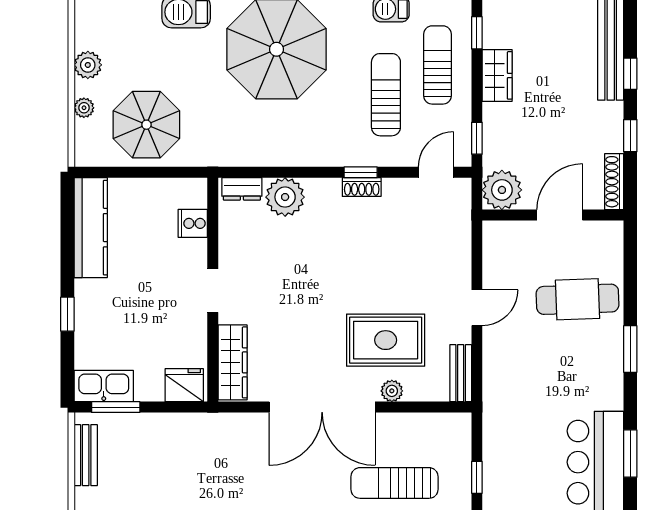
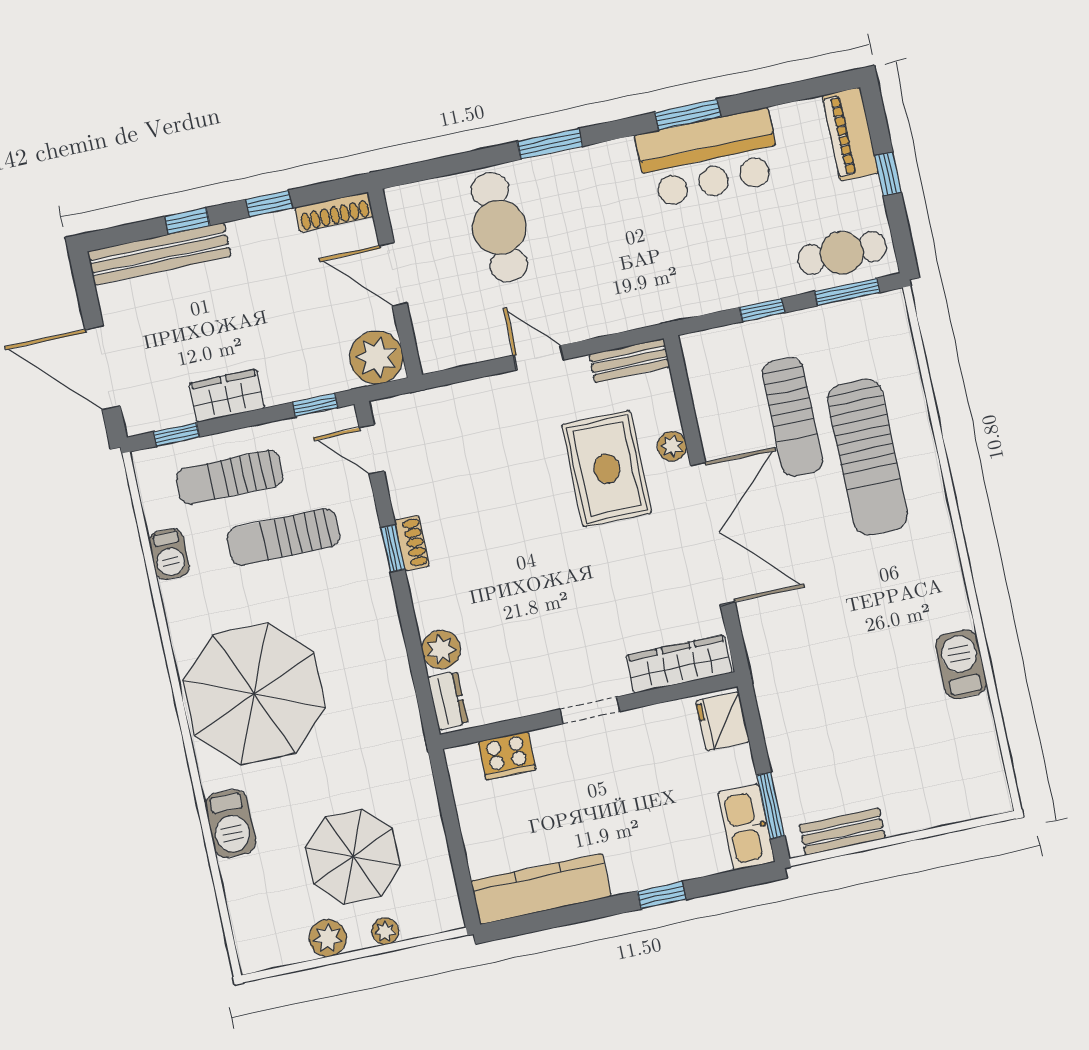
parasol: (146, 125) -> (353, 857), moved
plant: (285, 197) -> (441, 650), width x0.73, depth x0.73
cooker: (193, 223) -> (507, 756), width x1.36

